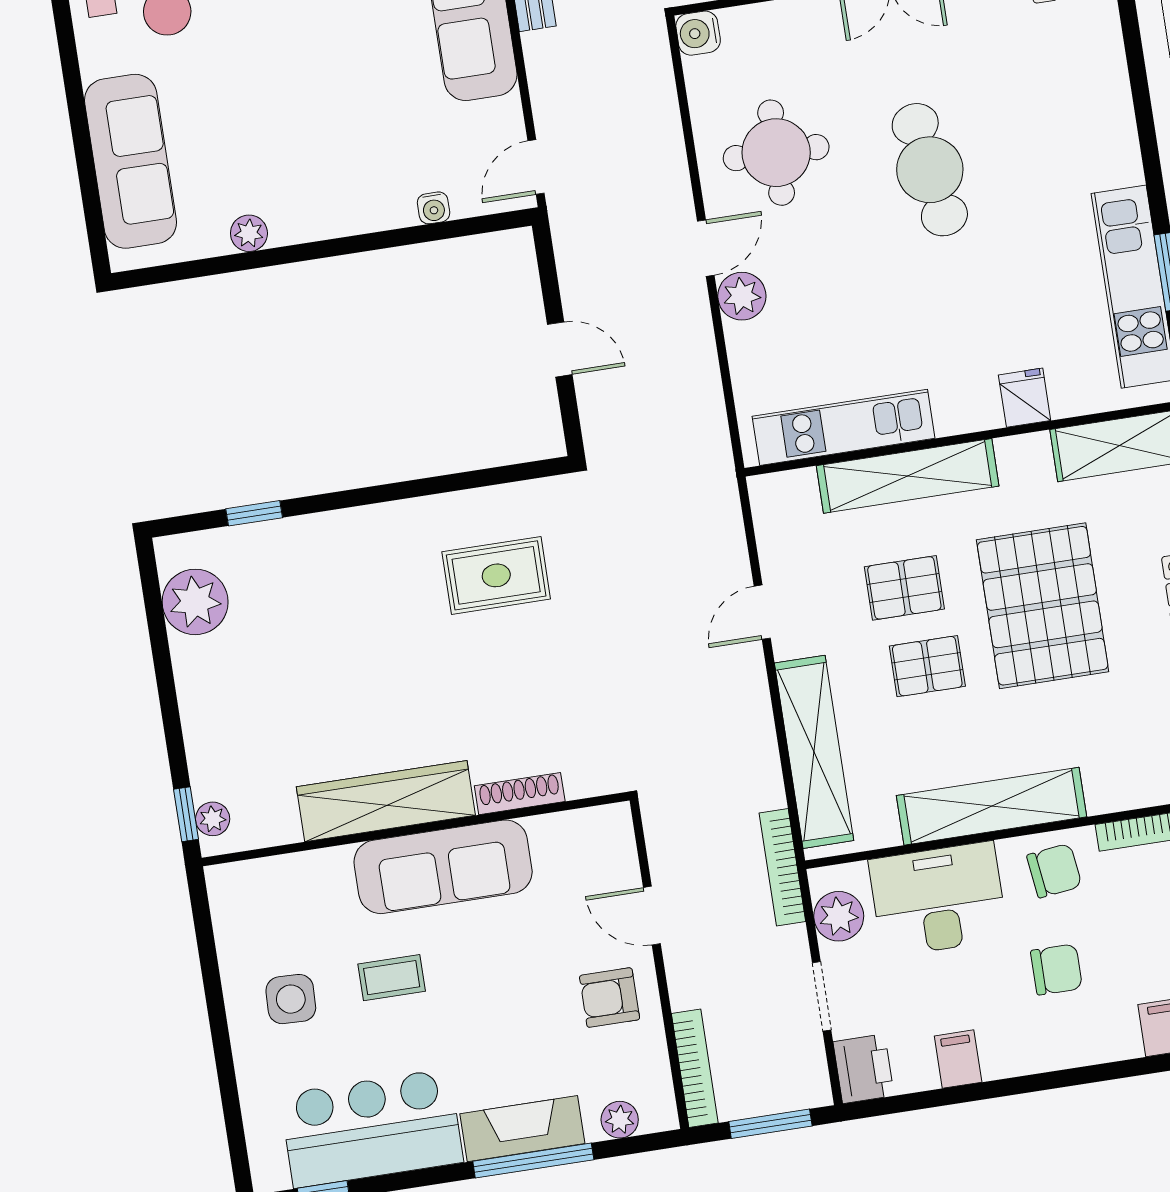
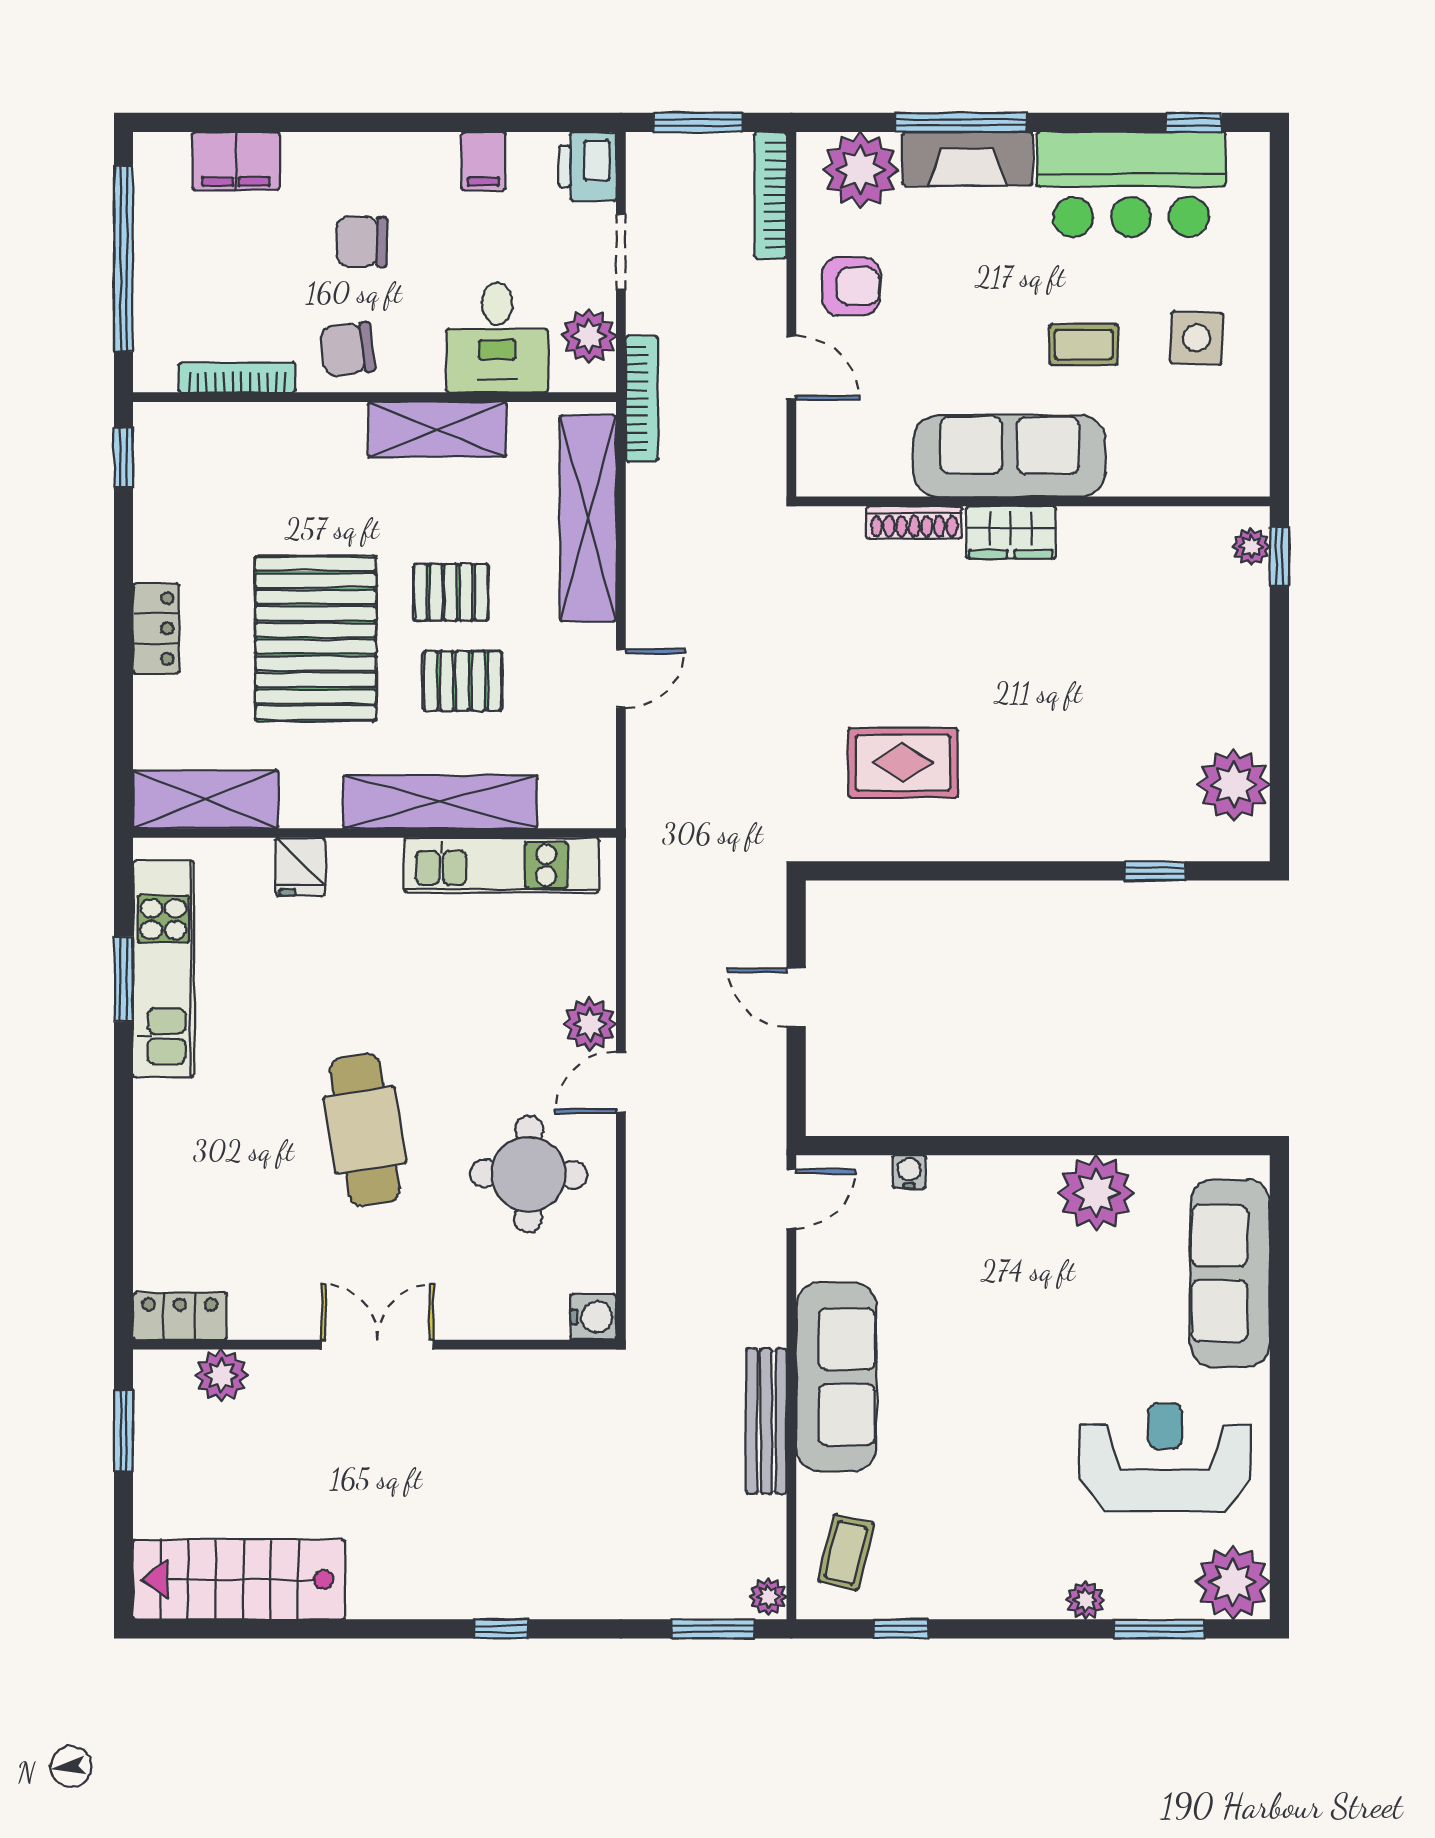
plant: (249, 233) -> (1096, 1193), width x1.87, depth x1.87
wardrobe: (386, 801) -> (1011, 532), width x0.48, depth x0.85
shelving: (991, 806) -> (437, 430), width x0.68
desk: (938, 899) -> (497, 338), width x0.73
plant: (620, 1120) -> (860, 170), width x1.88, depth x1.88

